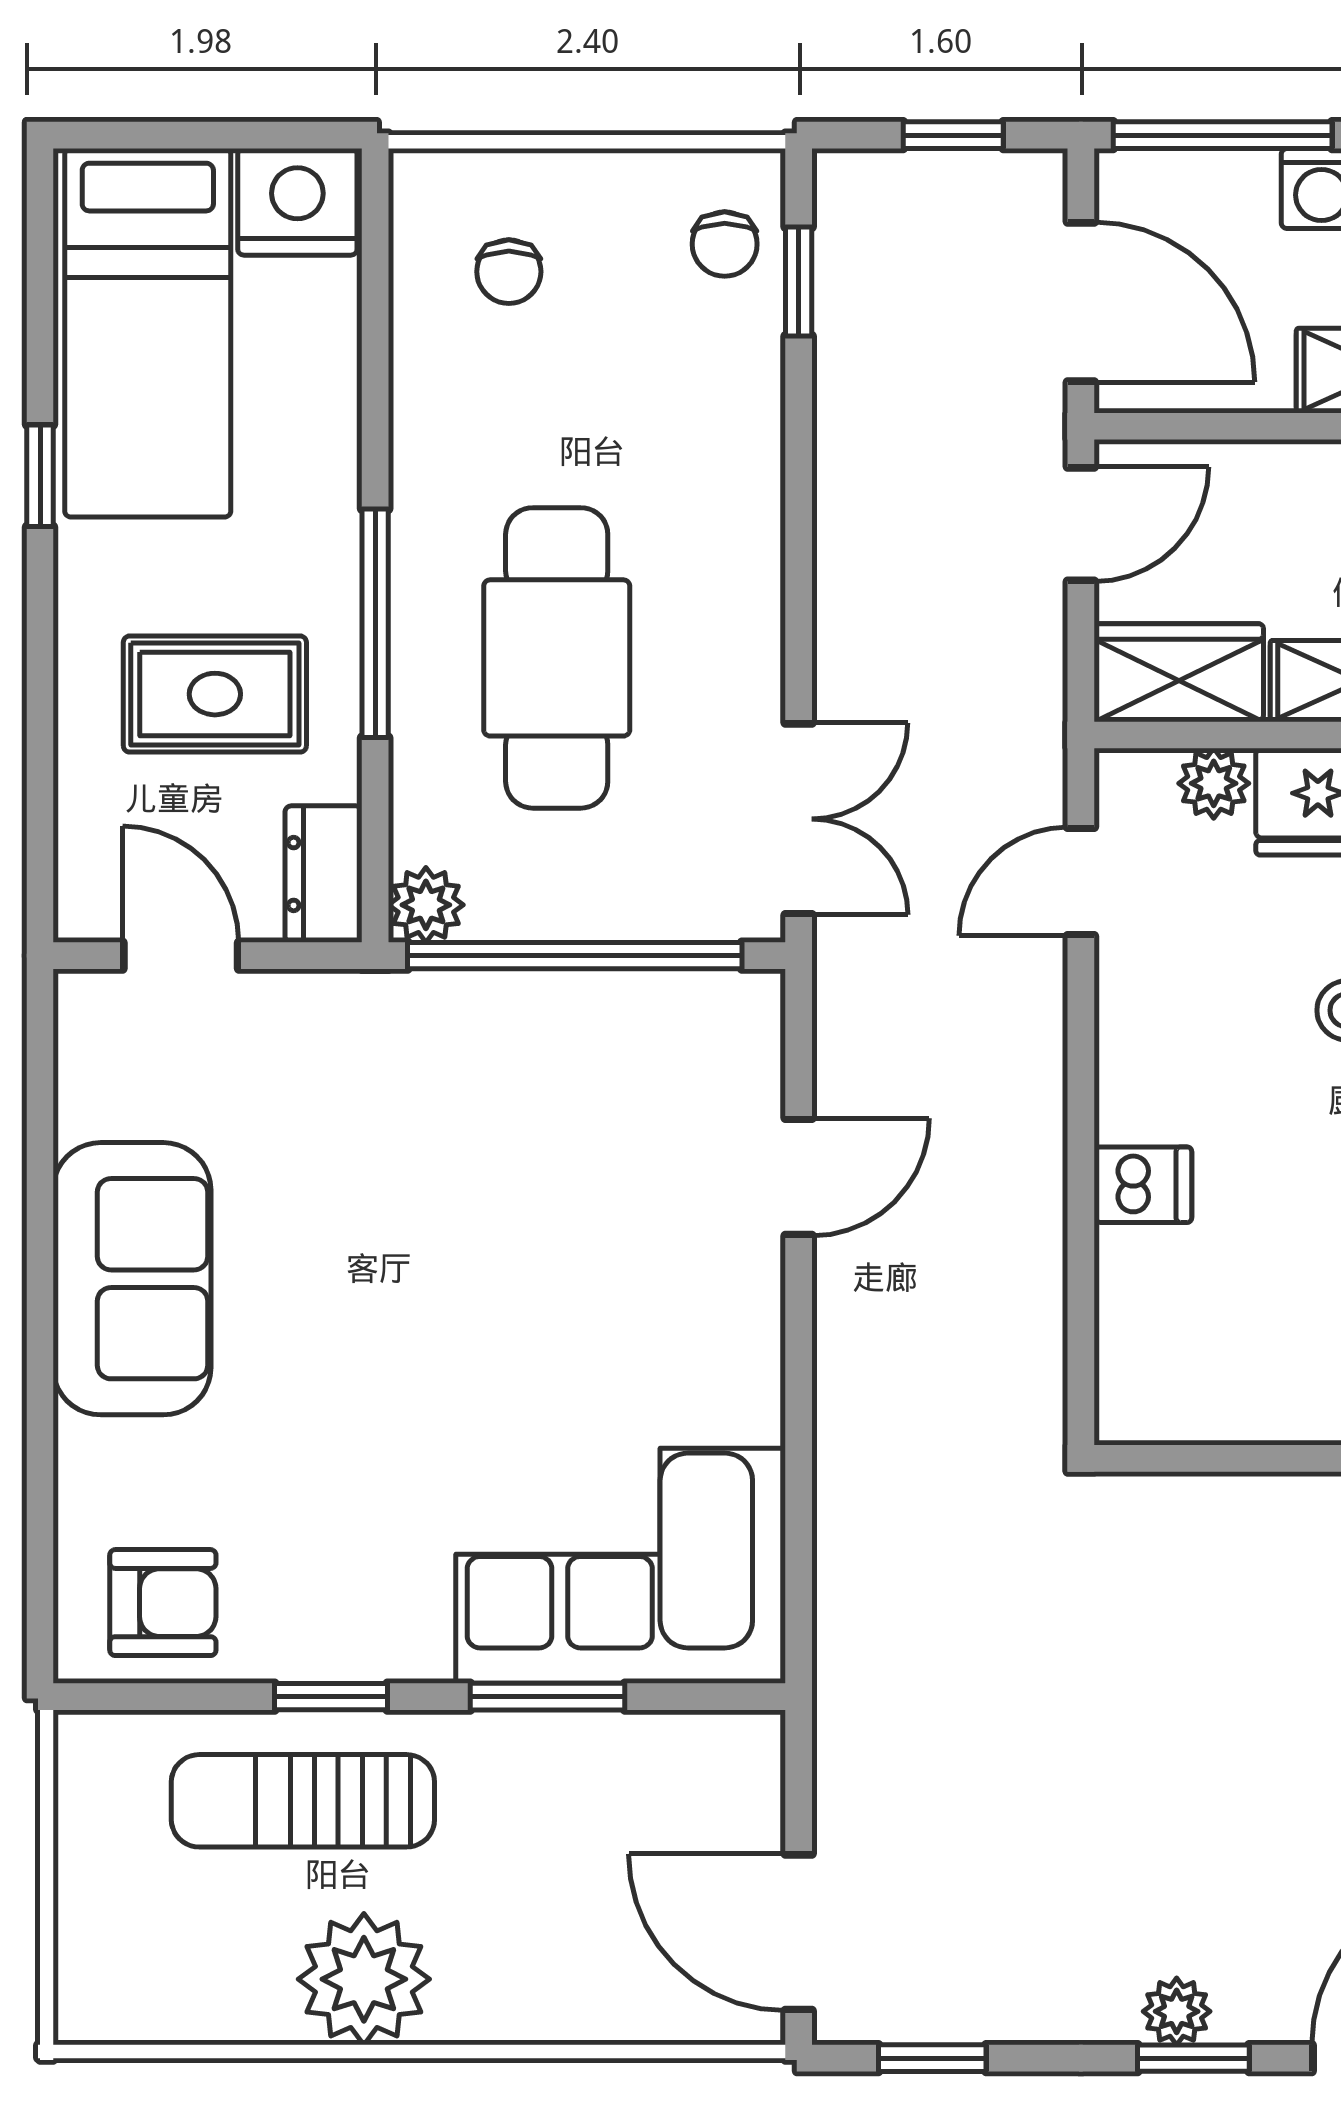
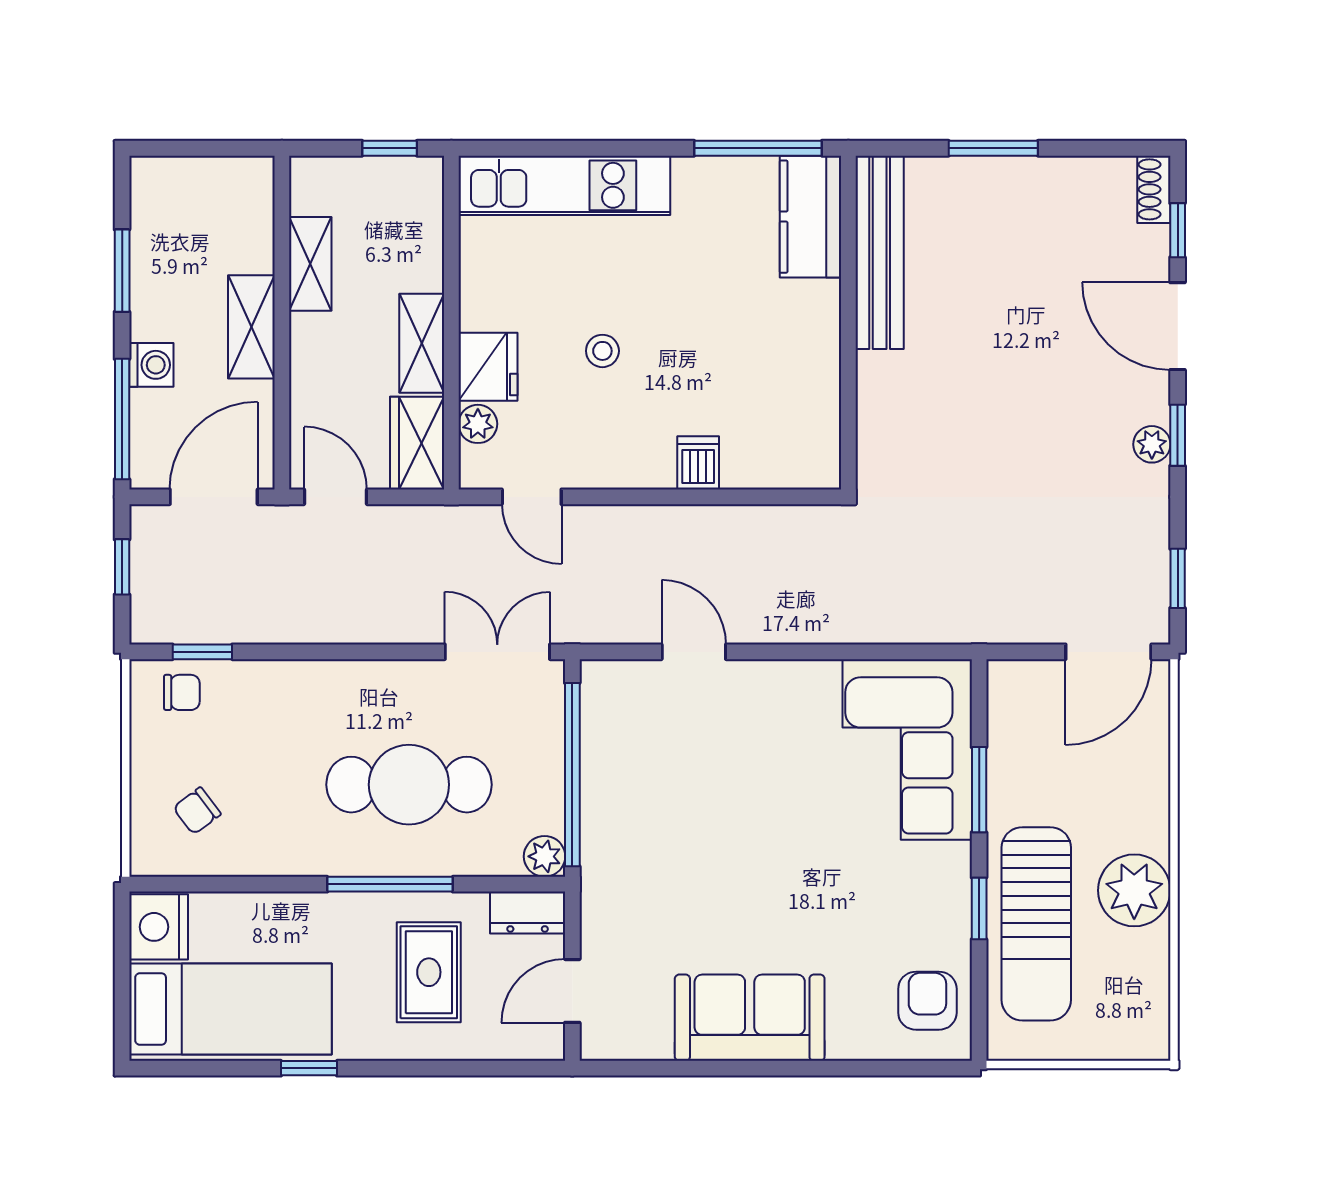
chair: (509, 272) -> (197, 811), turned 143
sun lounger: (303, 1801) -> (1036, 924), width x1.36, depth x1.34

